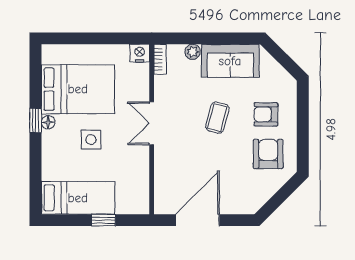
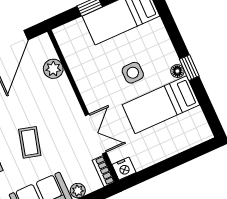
bed: (78, 89) -> (161, 105), width x0.67
double door: (152, 123) -> (96, 134), moved
plant: (164, 177) -> (53, 69), added

